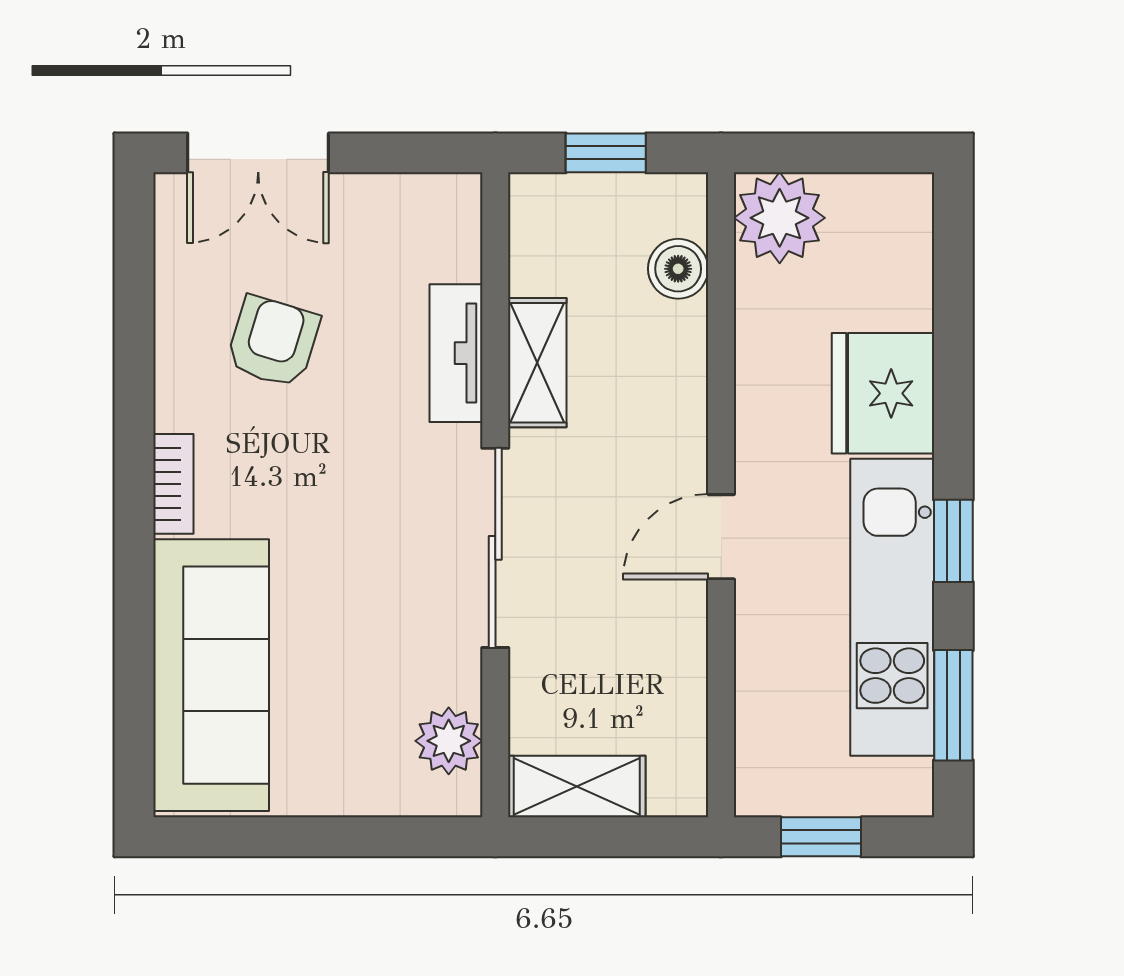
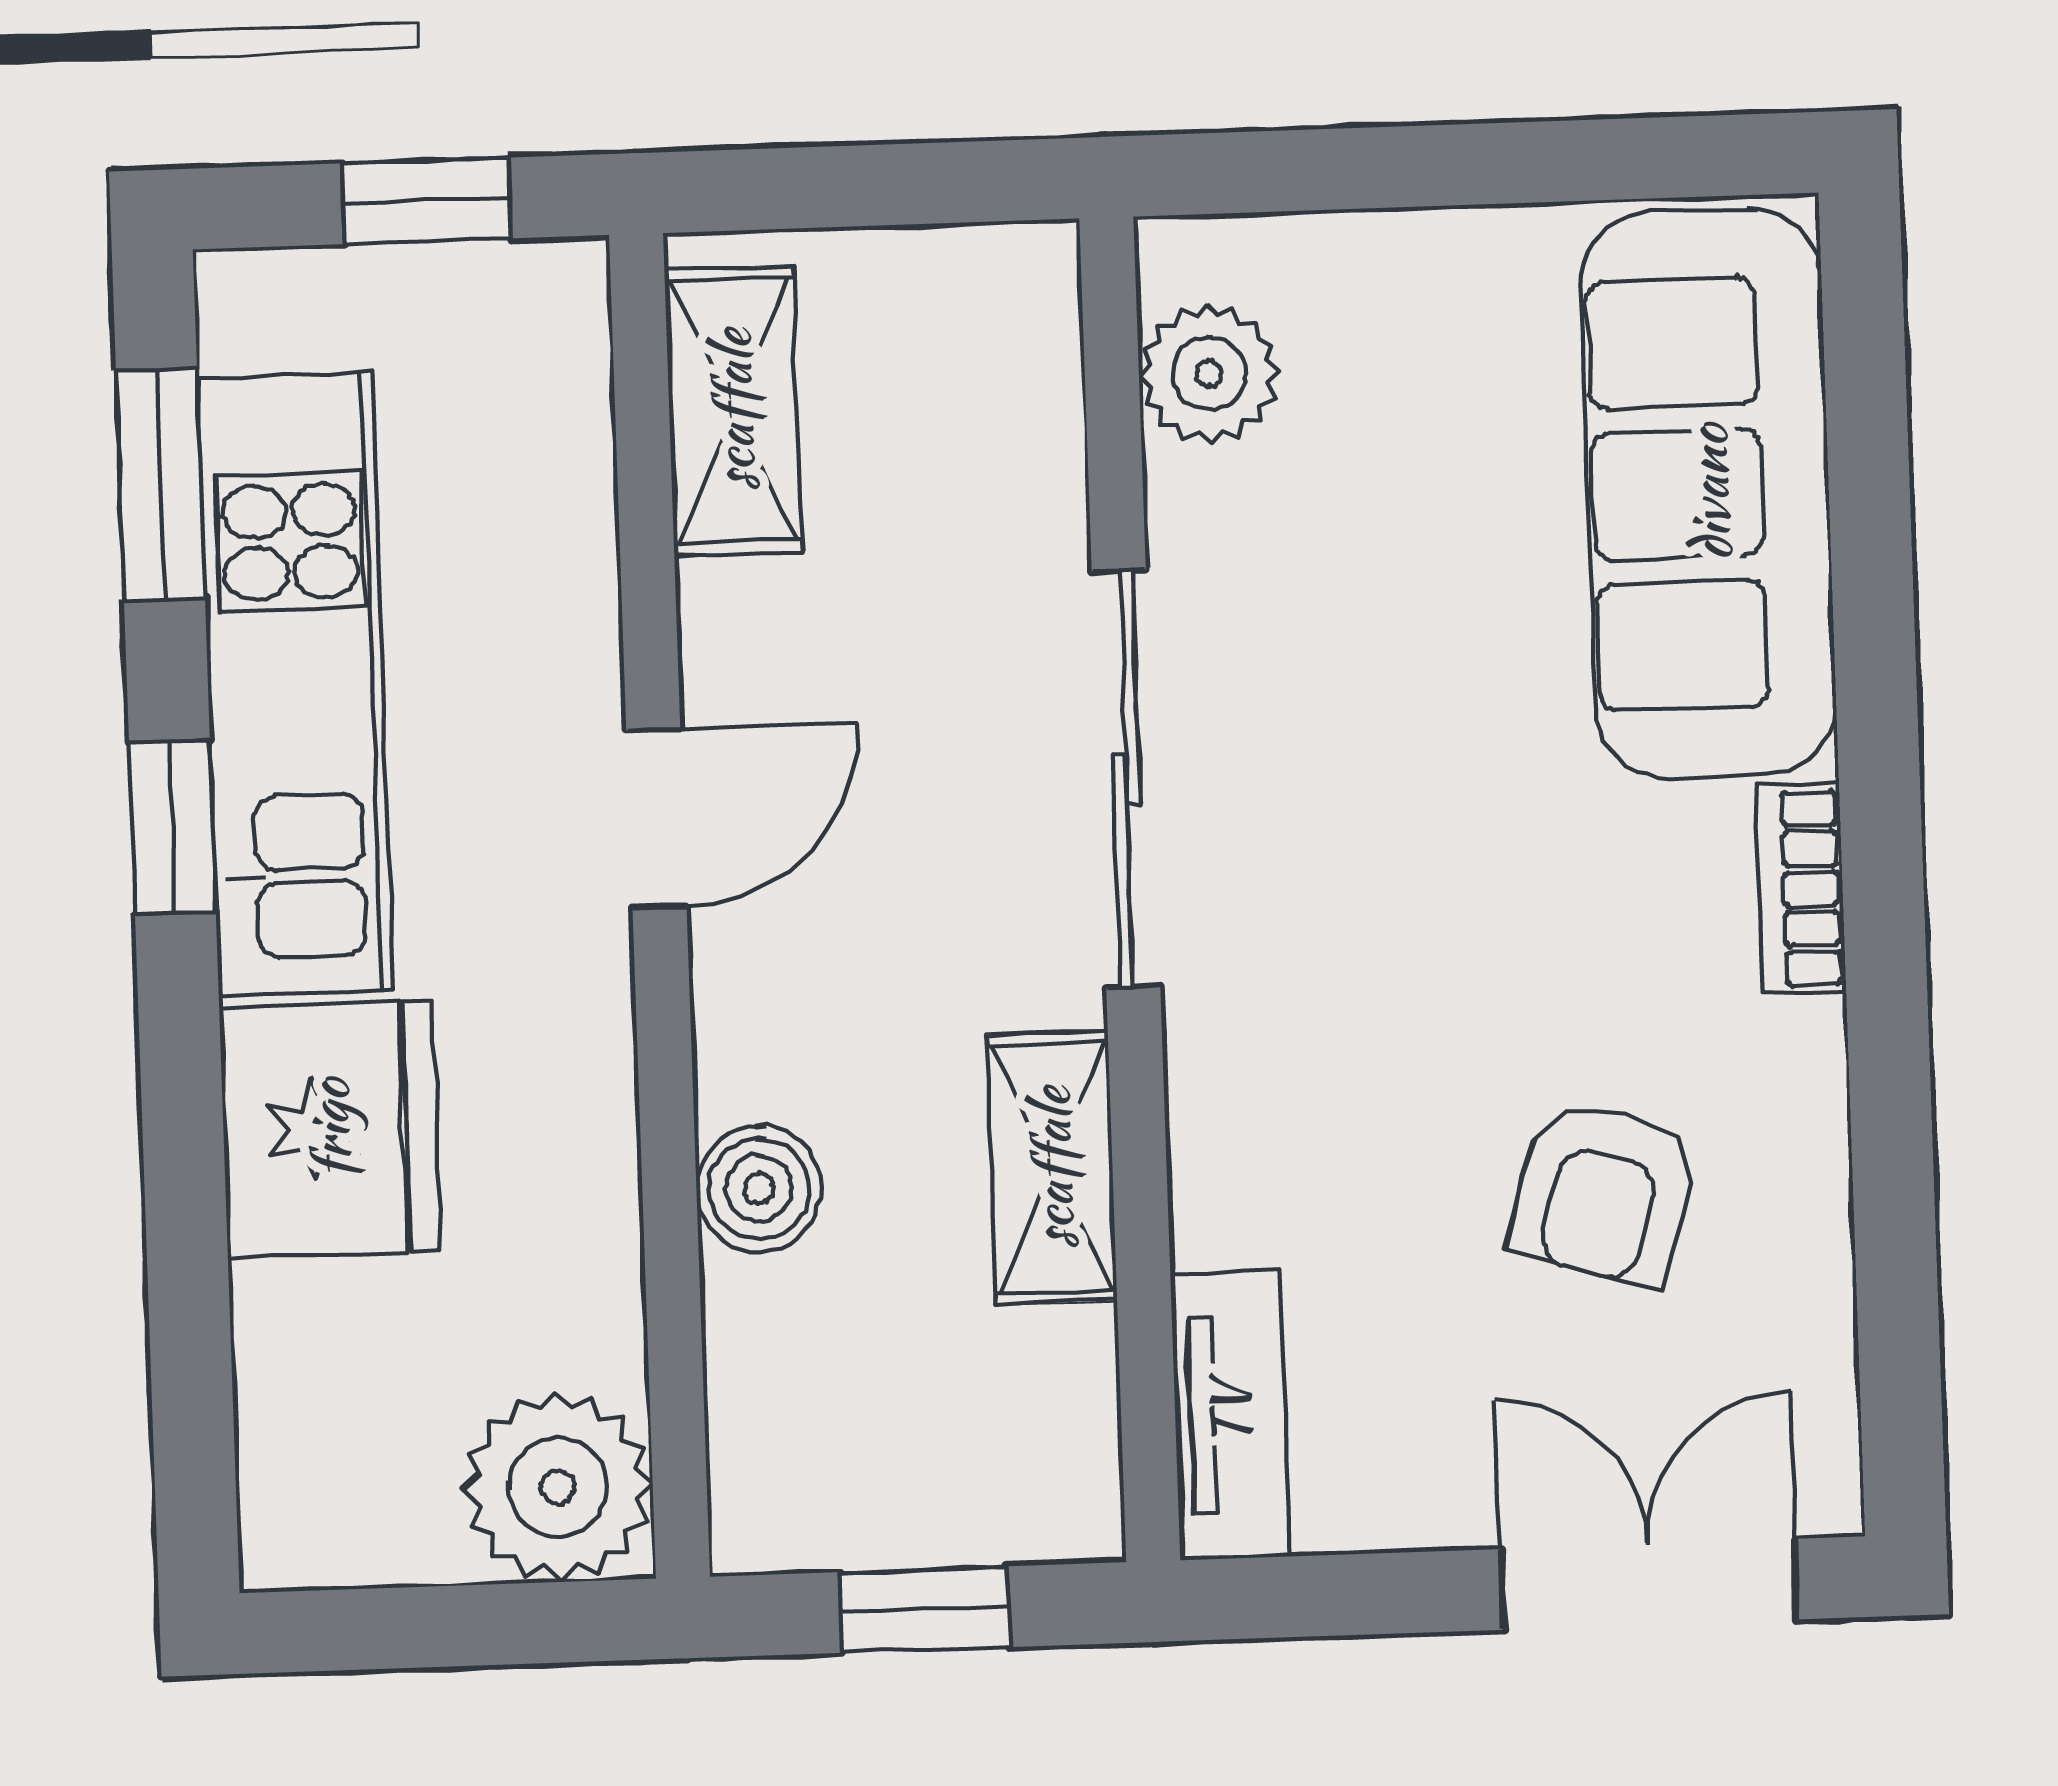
boiler: (678, 269) -> (759, 1189), moved
tv unit: (456, 353) -> (1230, 1415), moved
shelving: (577, 787) -> (733, 410), moved, turned 90

